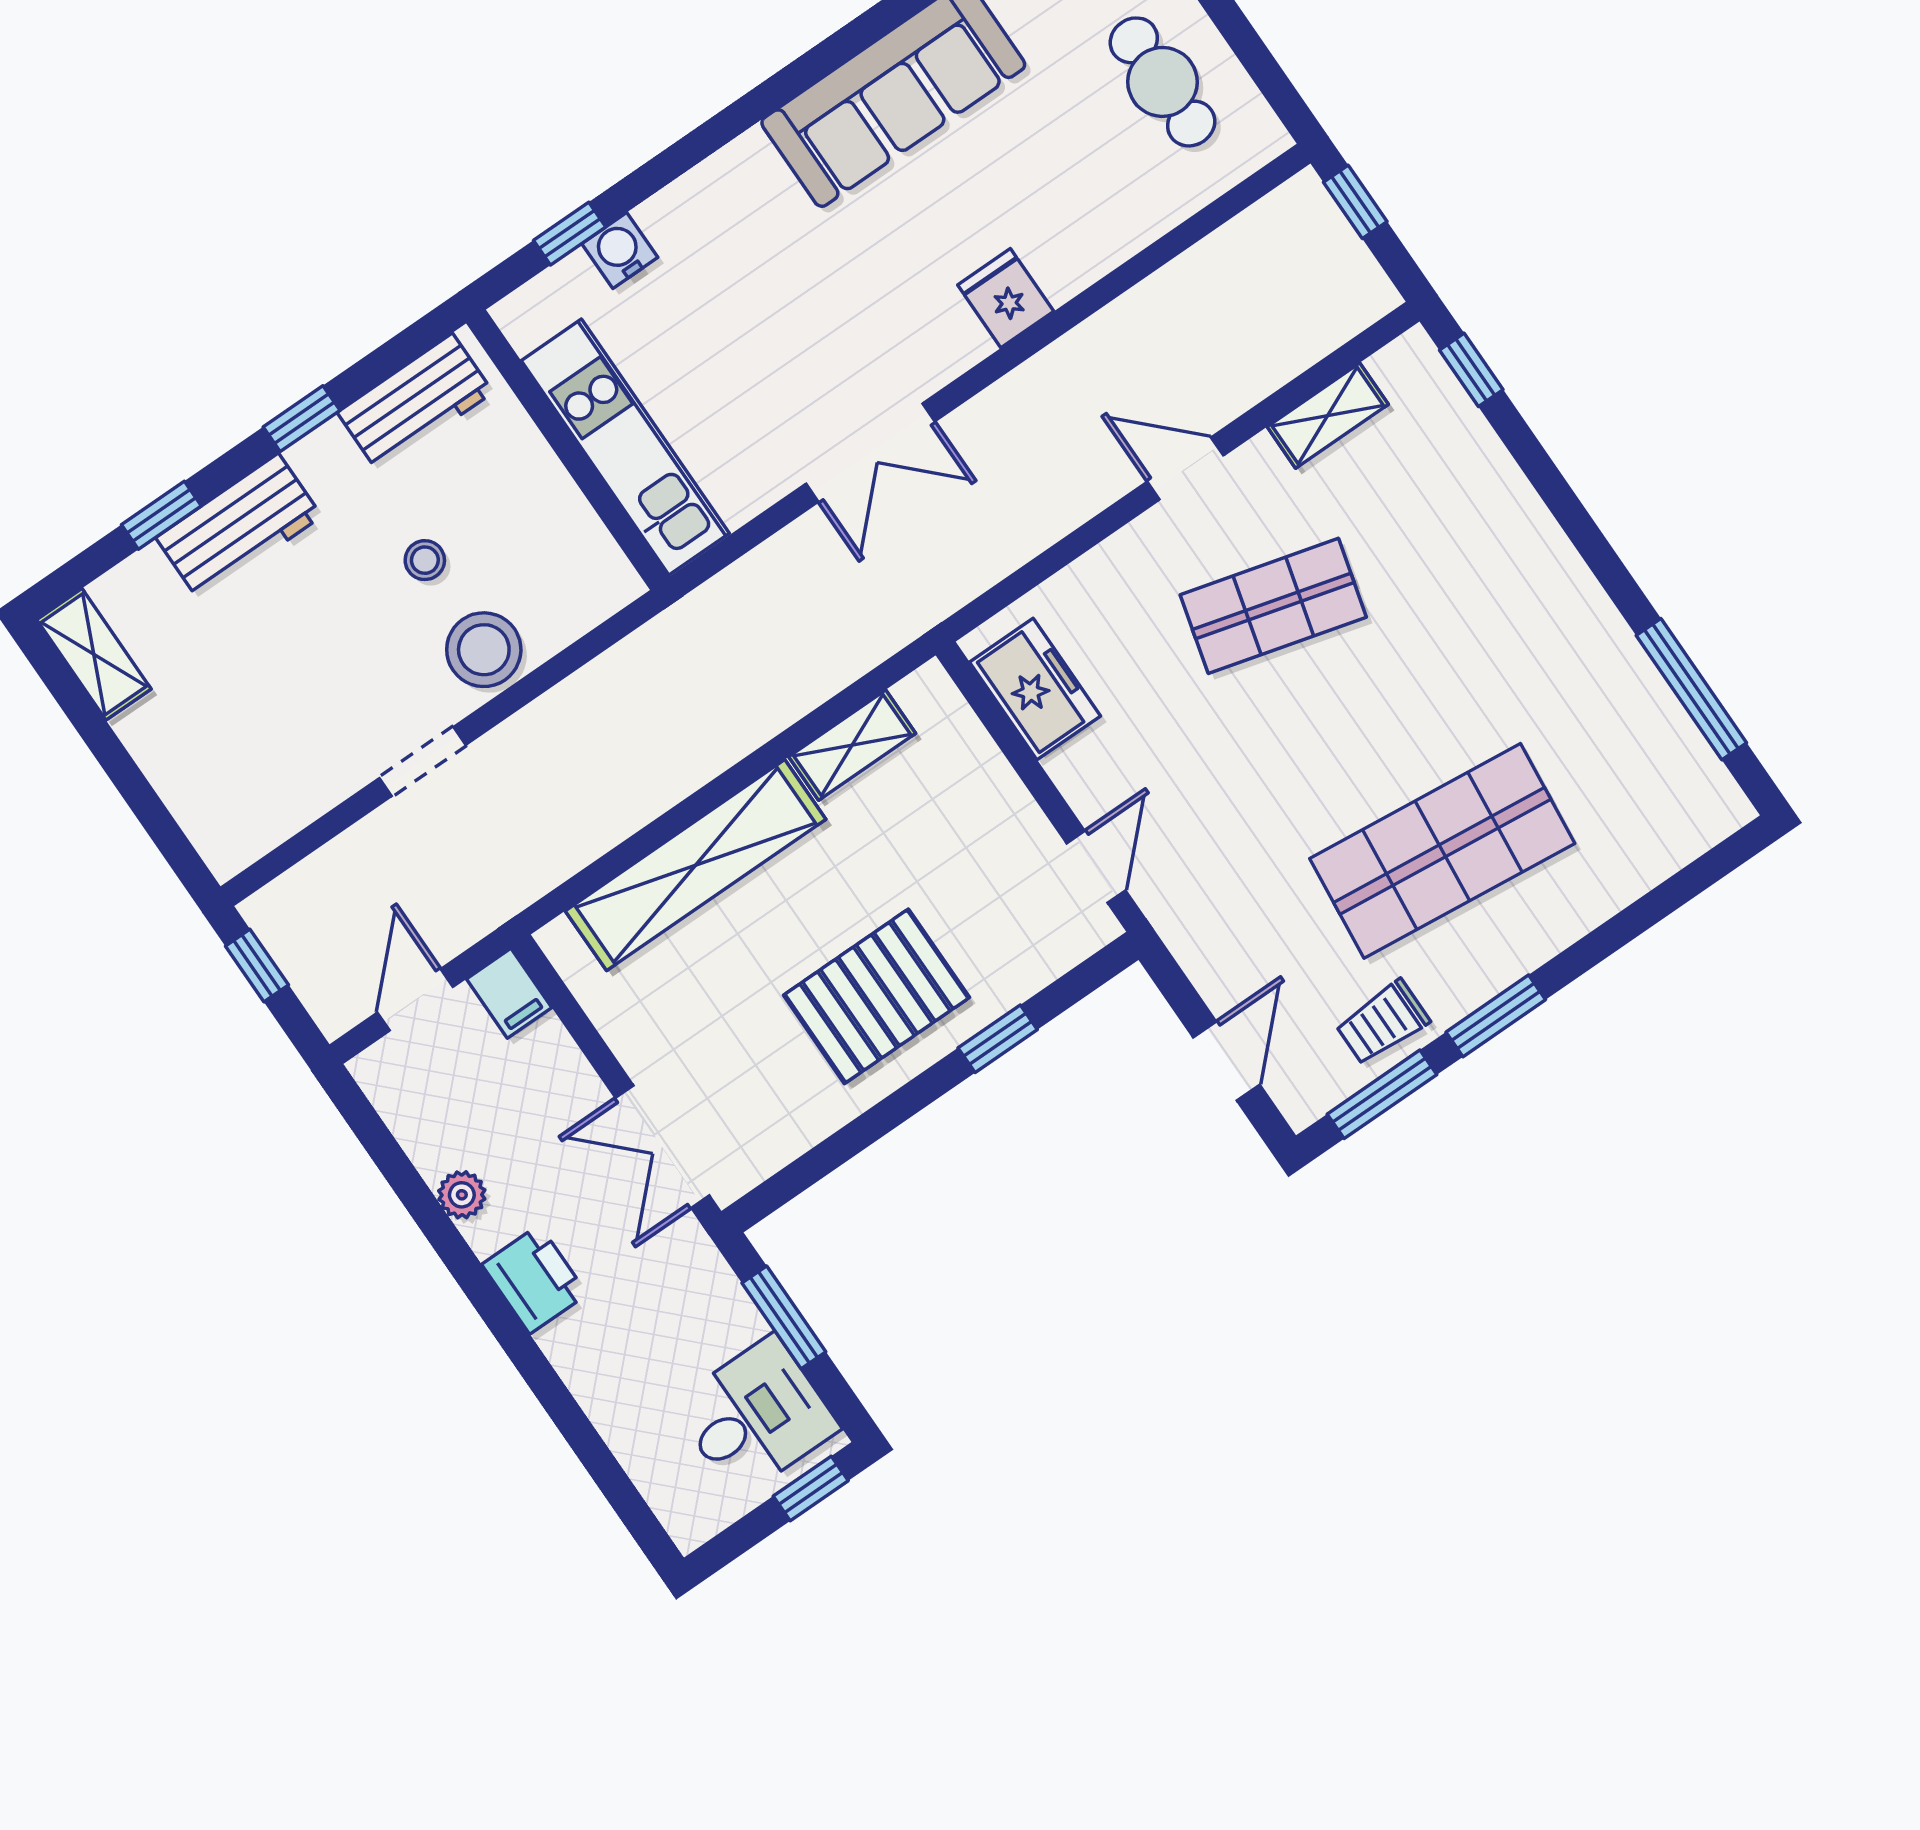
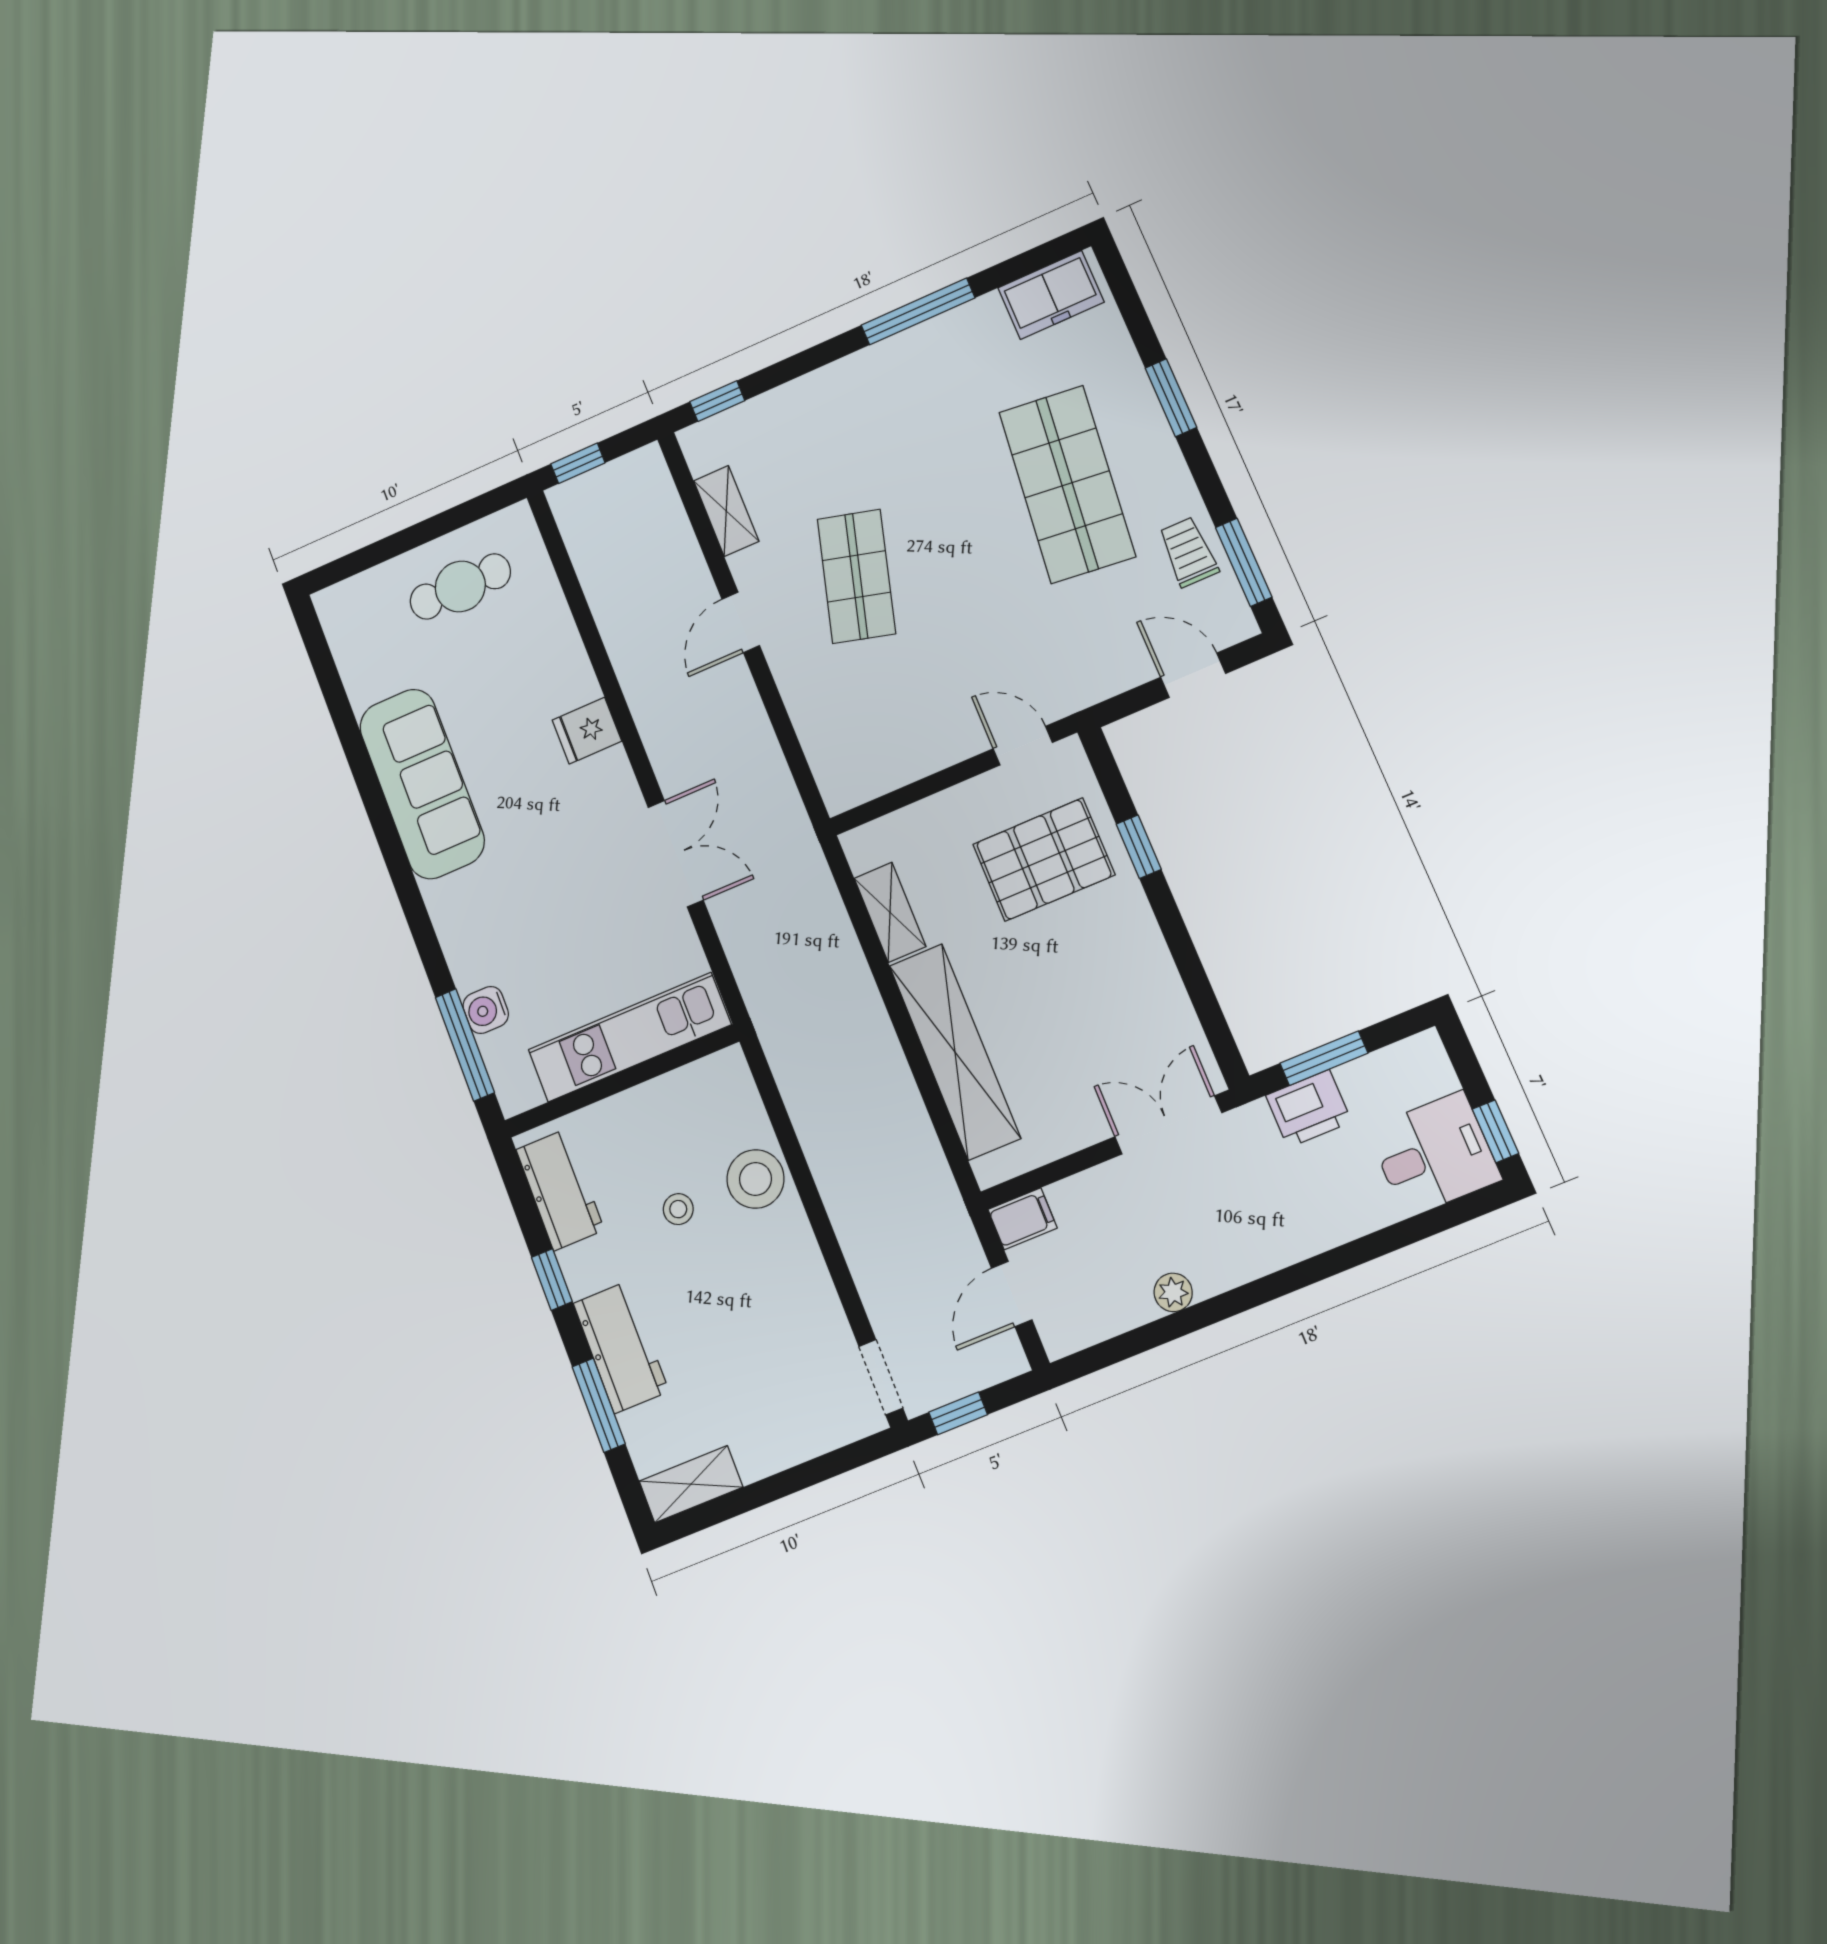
window: (570, 234) -> (465, 1045), width x2.17
window: (161, 515) -> (599, 1405), width x1.50
freezer: (1035, 689) -> (1051, 295), moved, turned 180
window: (1691, 689) -> (918, 312), moved
doorway: (423, 761) -> (881, 1377), moved
pallet: (876, 996) -> (1044, 860), moved, turned 90
door: (415, 1000) -> (1012, 1294), hinge flipped
window: (1496, 1016) -> (1171, 398), moved
trolley: (1383, 1023) -> (1188, 552), turned 180
double door: (662, 1147) -> (1168, 1125), swing flipped
printer: (534, 1279) -> (1309, 1109), moved, turned 180
desk: (756, 1416) -> (1434, 1154), moved, turned 90
window: (811, 1488) -> (1495, 1131), moved

